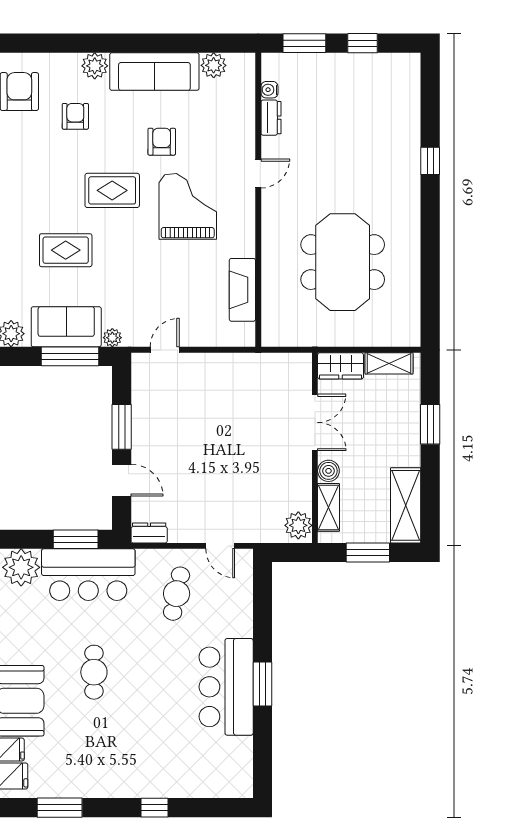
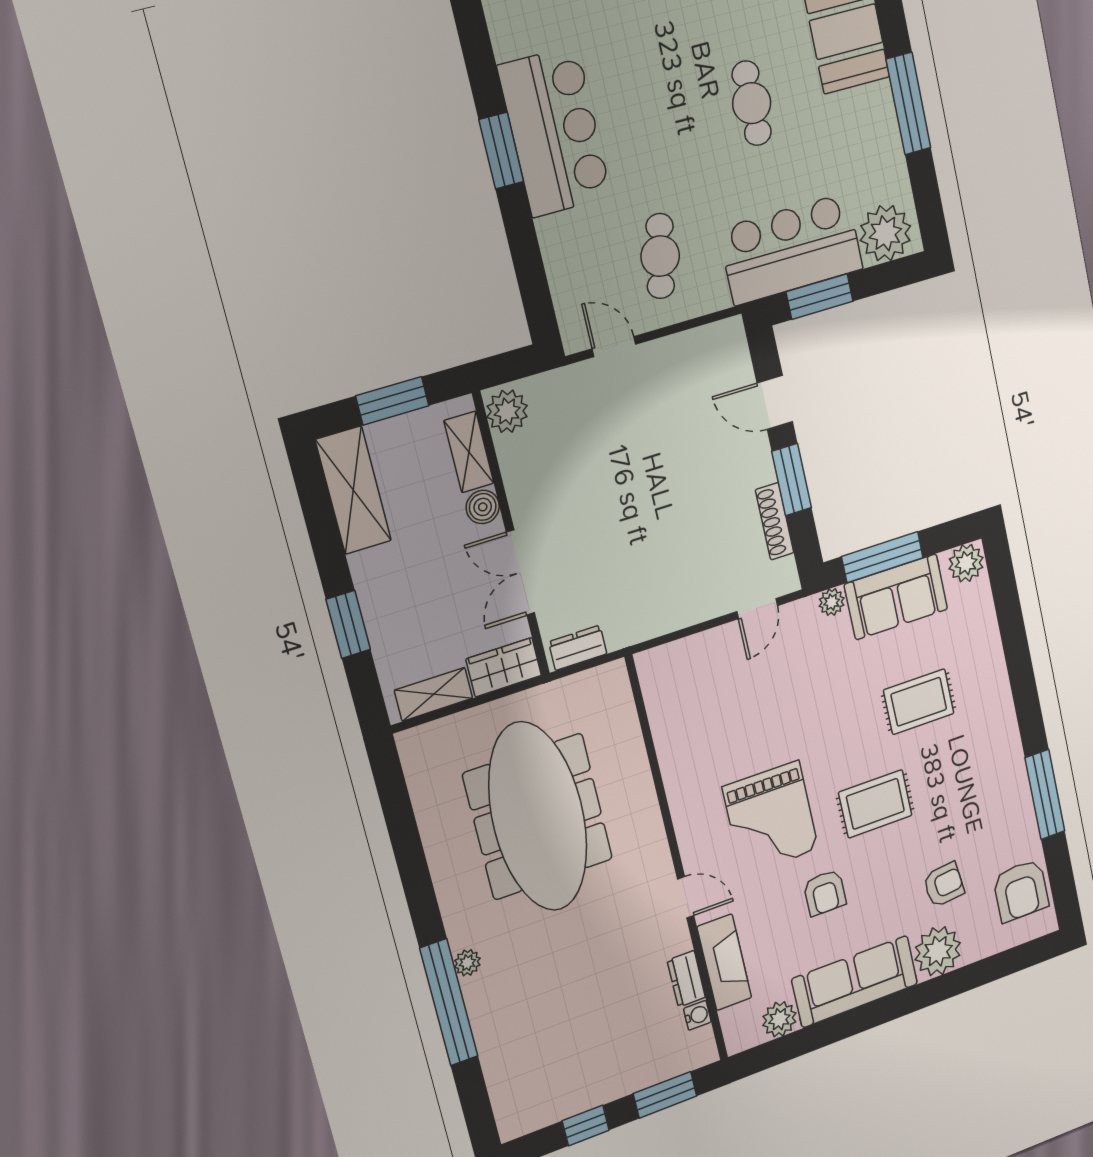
plant: (95, 66) -> (938, 951), width x1.36, depth x1.36
armchair: (75, 116) -> (944, 885), turned -96
window: (430, 161) -> (449, 1002), width x3.17
door: (258, 173) -> (686, 897), swing flipped
plant: (412, 183) -> (467, 963), added
meeting table: (343, 262) -> (538, 817), width x1.36
fireplace: (242, 290) -> (724, 962), moved
shoe rack: (140, 403) -> (775, 521), added
dresser: (149, 533) -> (578, 648), moved, turned 180

